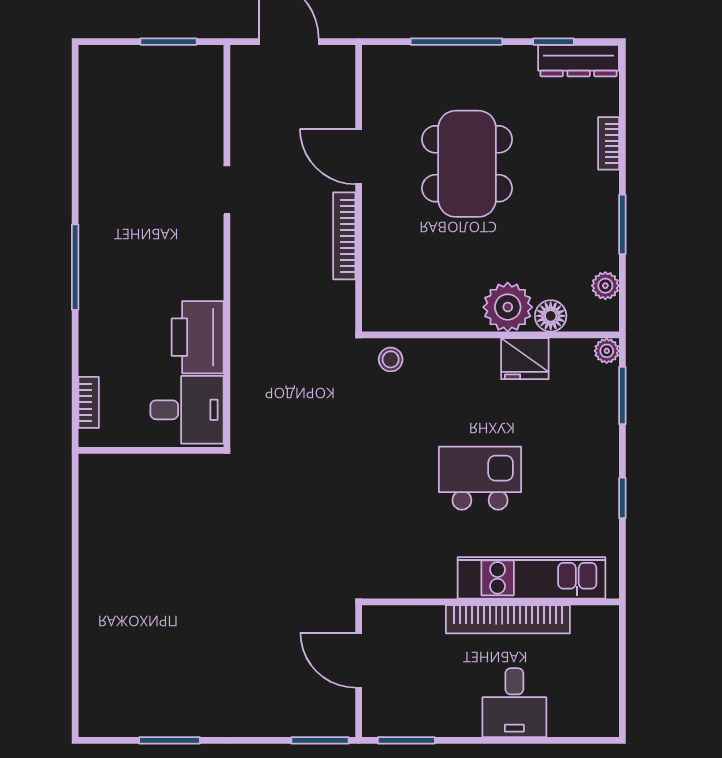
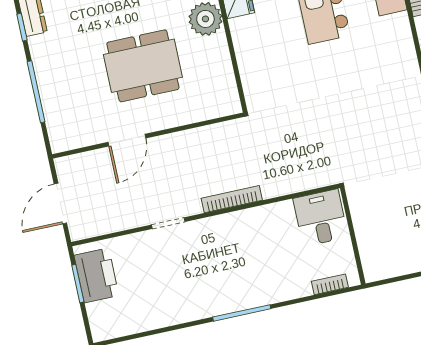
dining table: (467, 164) -> (143, 66), moved
bookcase: (344, 236) -> (232, 199), moved, turned 180
printer: (198, 337) -> (96, 275), moved, turned -90
stool: (391, 359) -> (257, 89), removed

